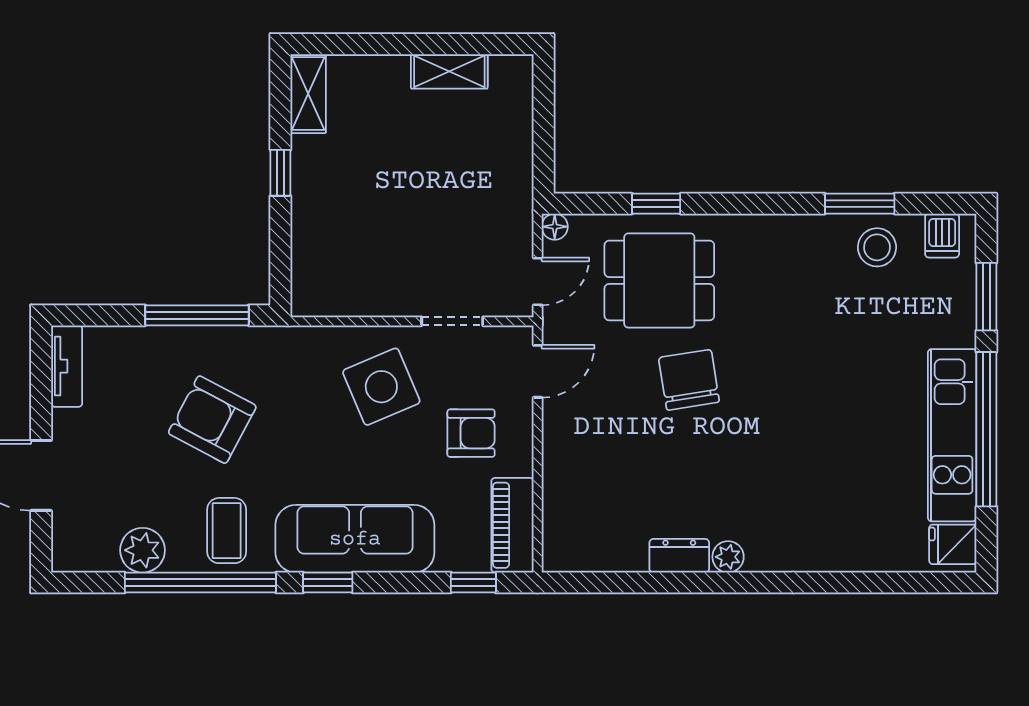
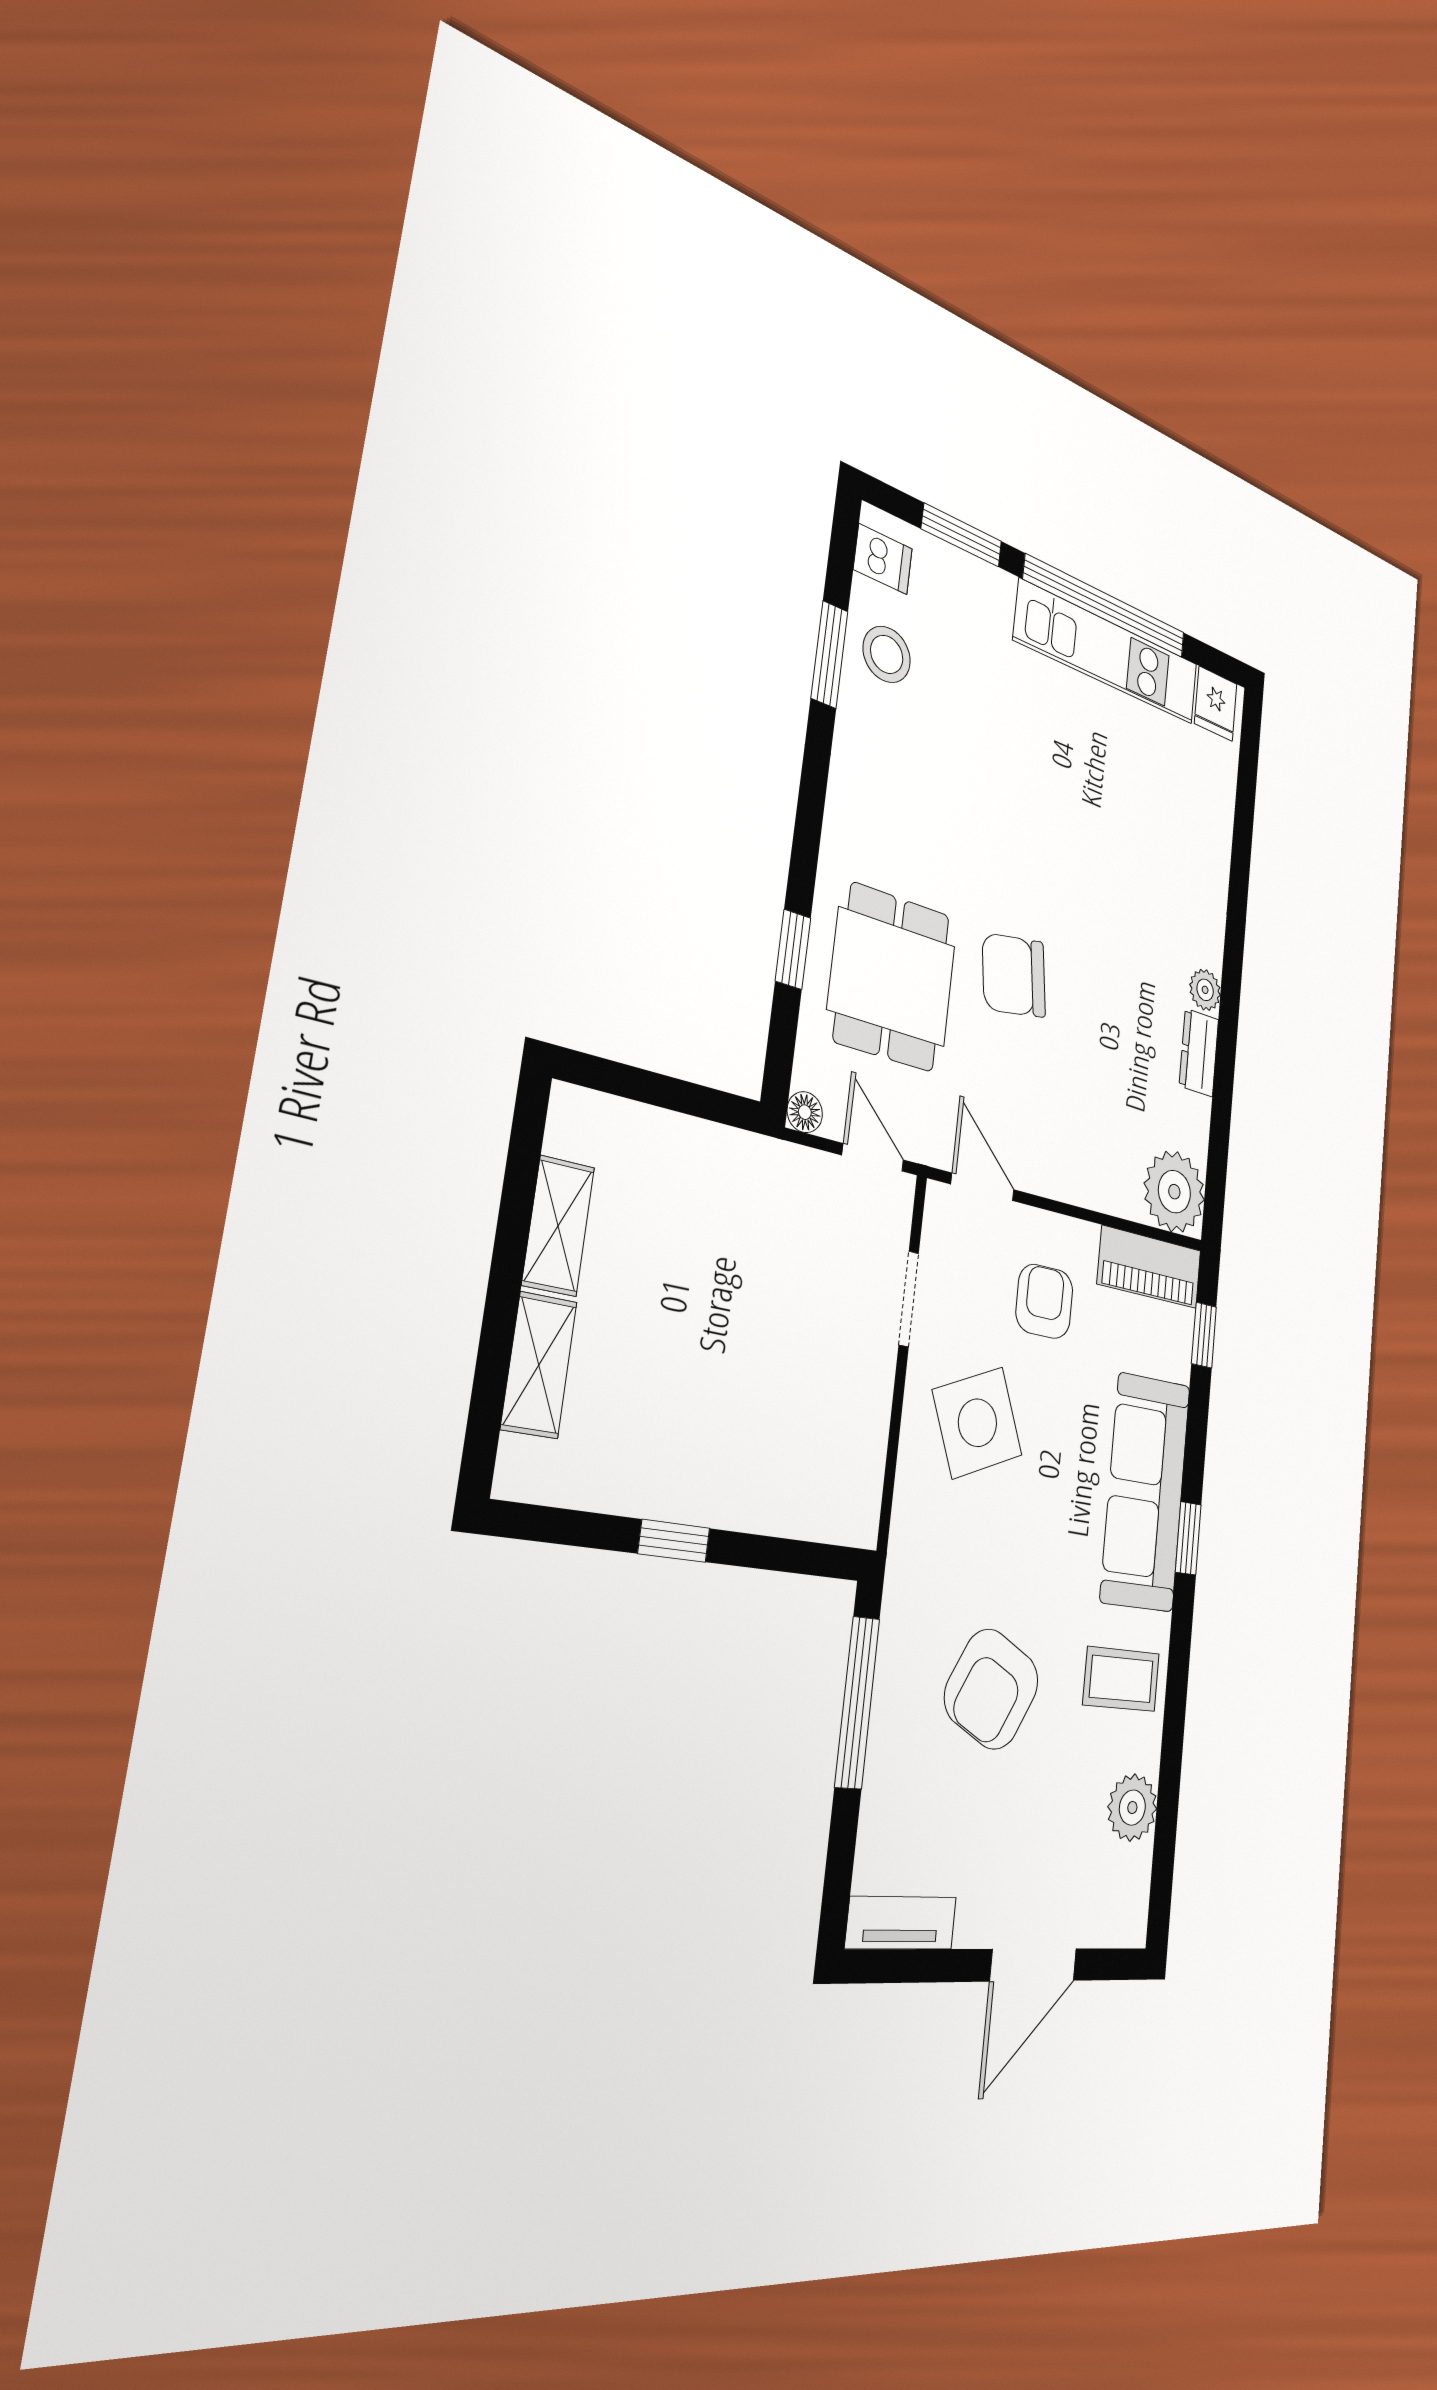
shelving: (308, 94) -> (539, 1365), moved, turned 90
plant: (571, 543) -> (1174, 1192), added
window: (200, 583) -> (1174, 1723), removed

